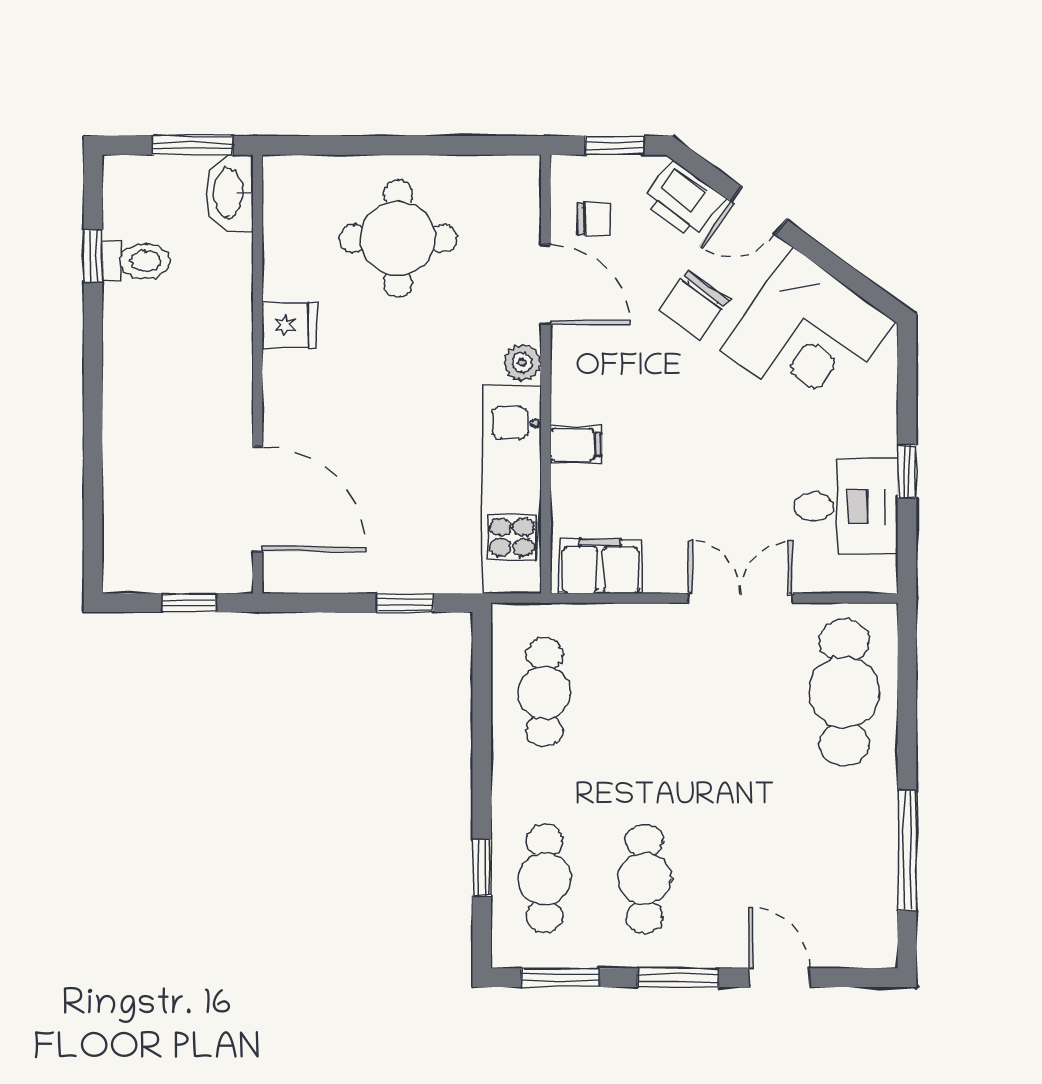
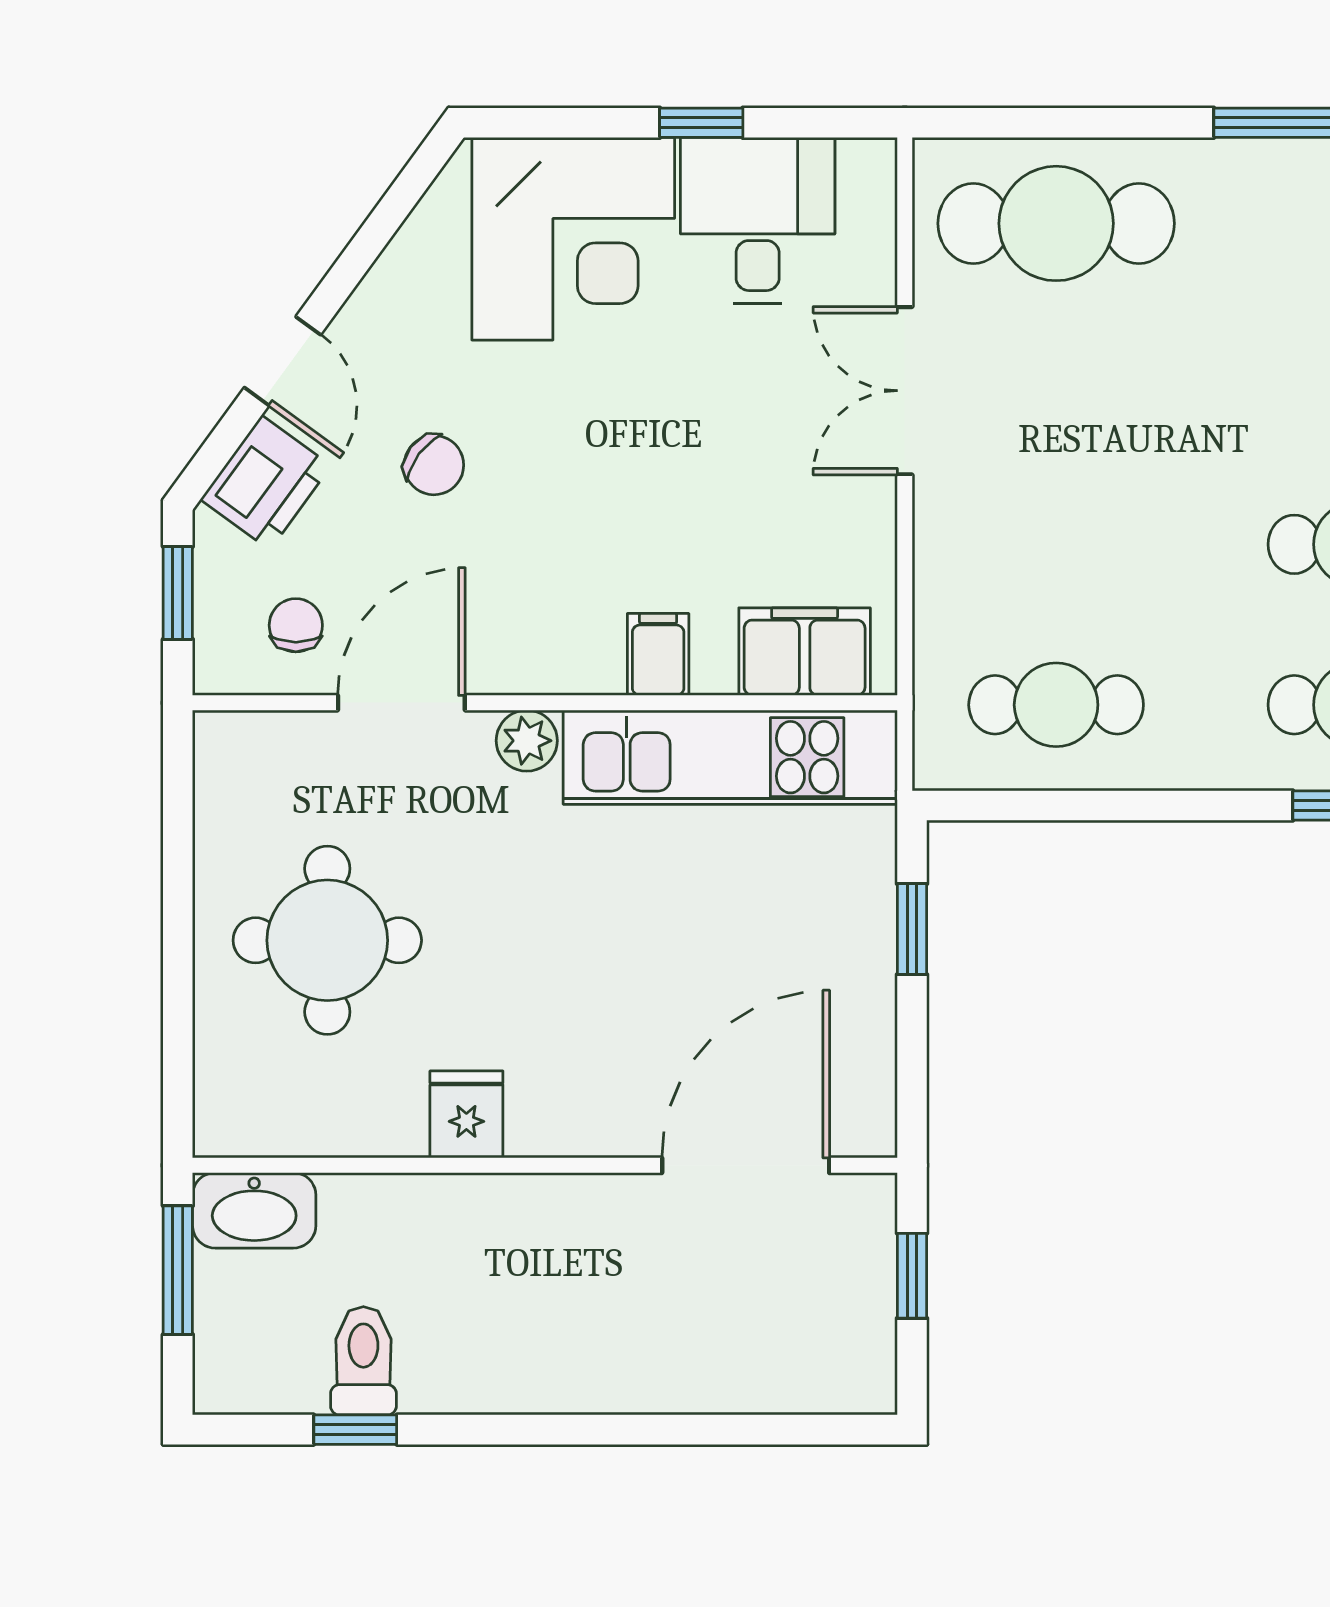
chair: (694, 305) -> (434, 465), width x0.73, depth x0.73
corner desk: (808, 336) -> (573, 239), moved, turned 54
filing cabinet: (601, 566) -> (805, 652), moved, turned 90

